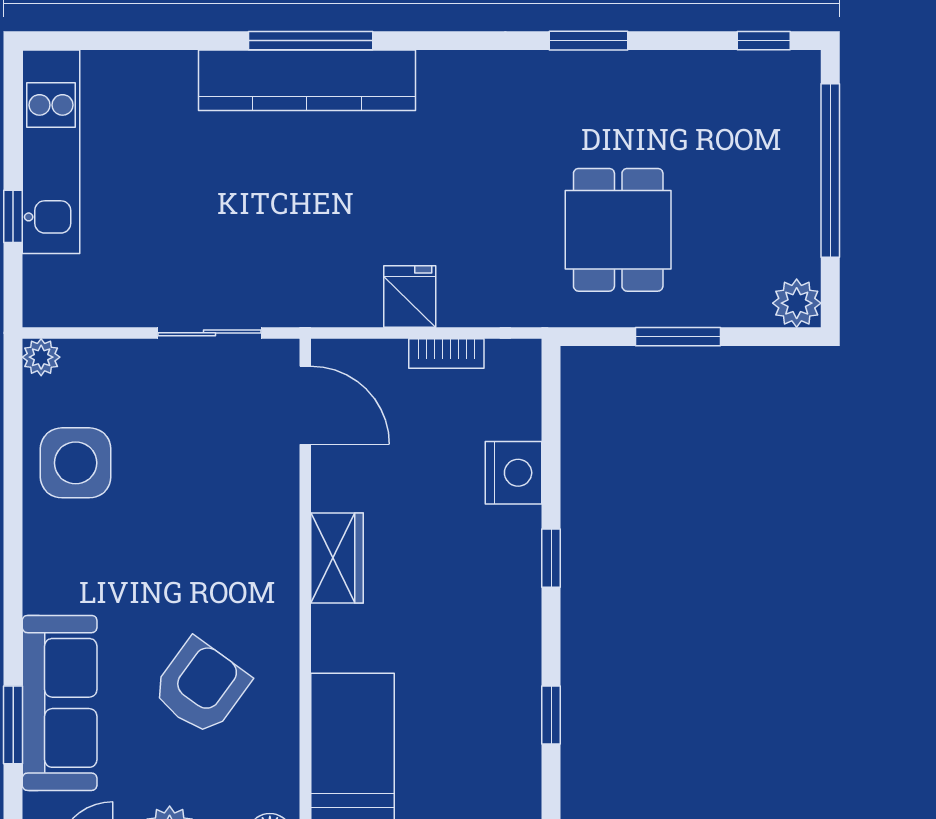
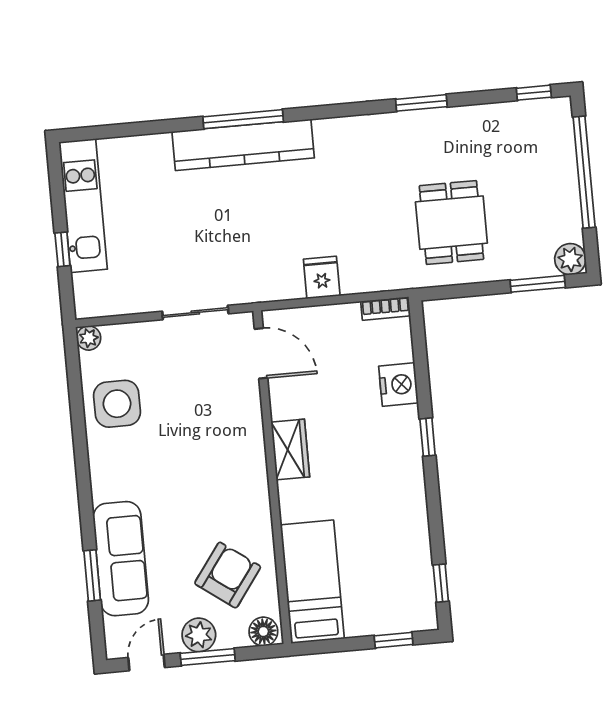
window: (678, 337) -> (538, 284), moved
bookcase: (446, 353) -> (386, 309), moved
armchair: (201, 687) -> (228, 575), moved
window: (551, 715) -> (441, 583), moved

